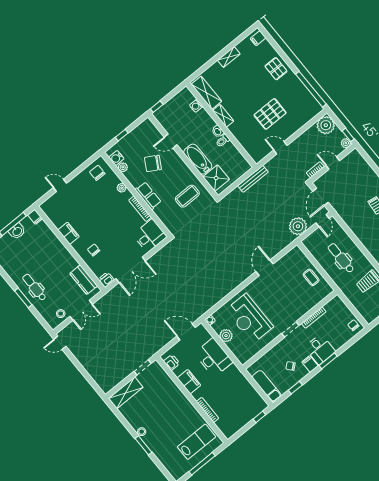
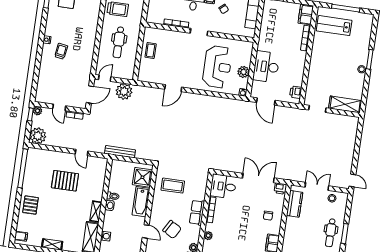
filing cabinet: (189, 382) -> (306, 15), moved

